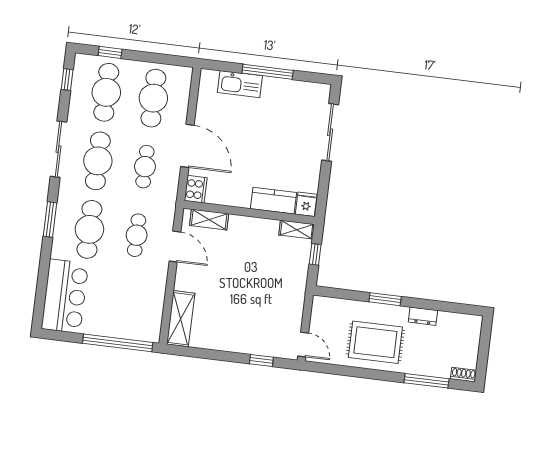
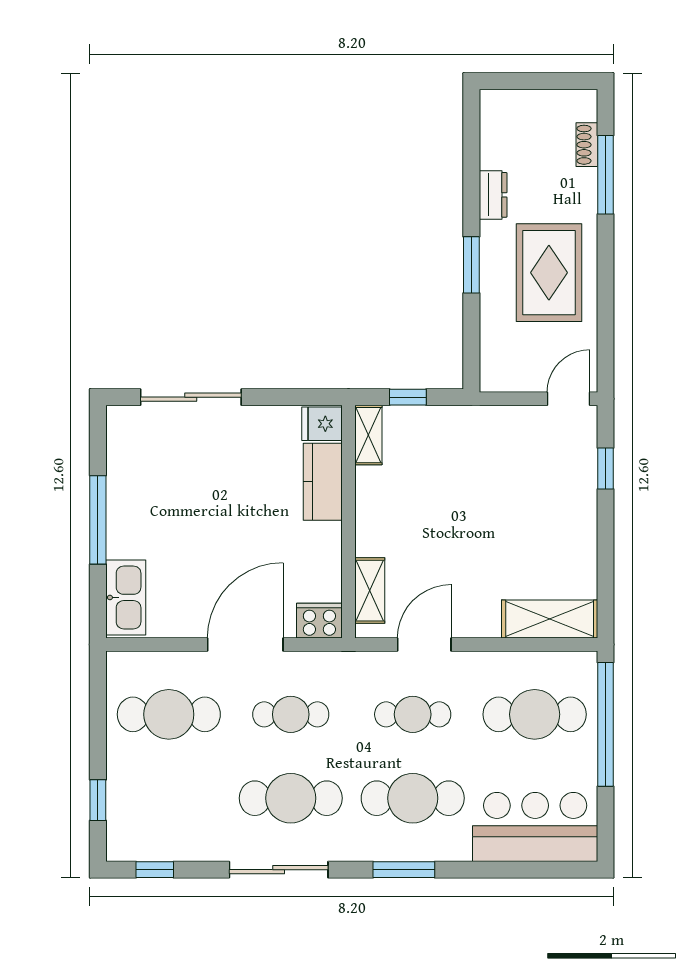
kitchen sink: (240, 84) -> (126, 597), moved
cafe table: (106, 92) -> (535, 714), moved
shoe rack: (464, 375) -> (587, 145), moved

